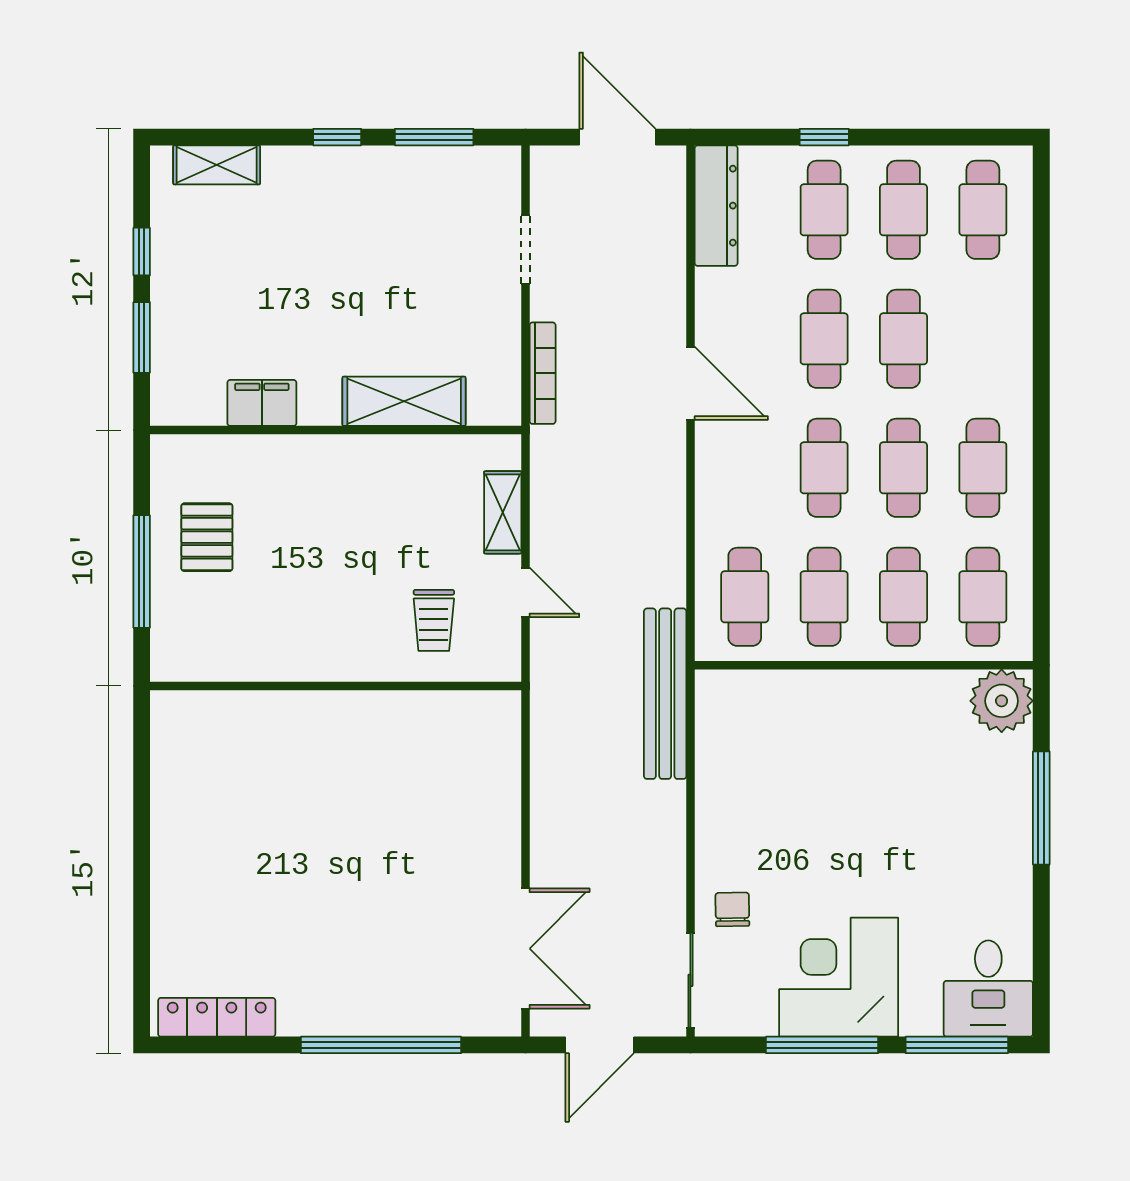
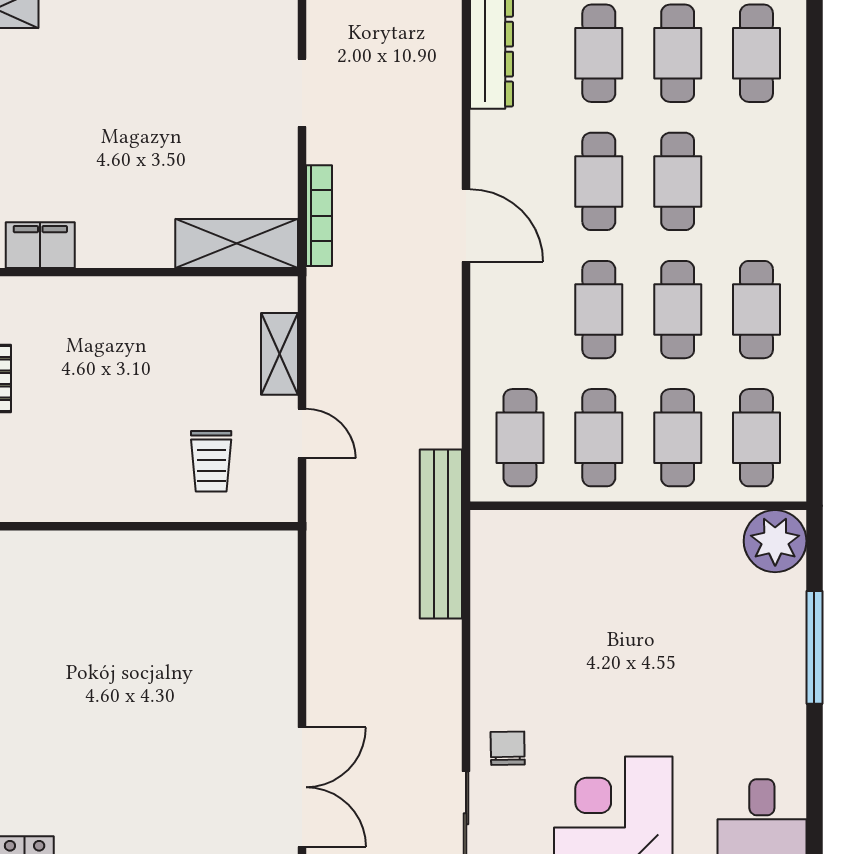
shelving: (404, 401) -> (237, 244), moved

